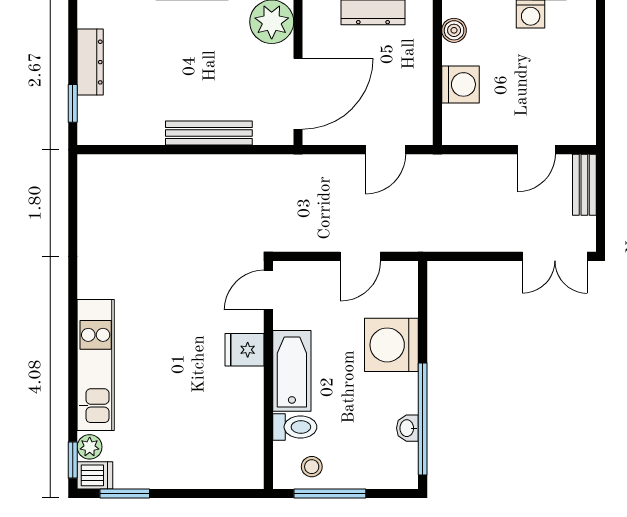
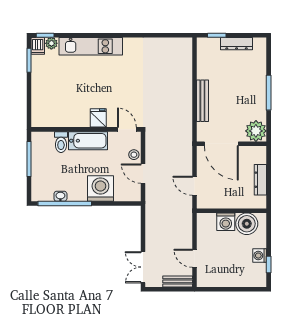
boiler: (454, 30) -> (247, 224), width x1.86, depth x1.86
stool: (312, 467) -> (134, 155), moved

